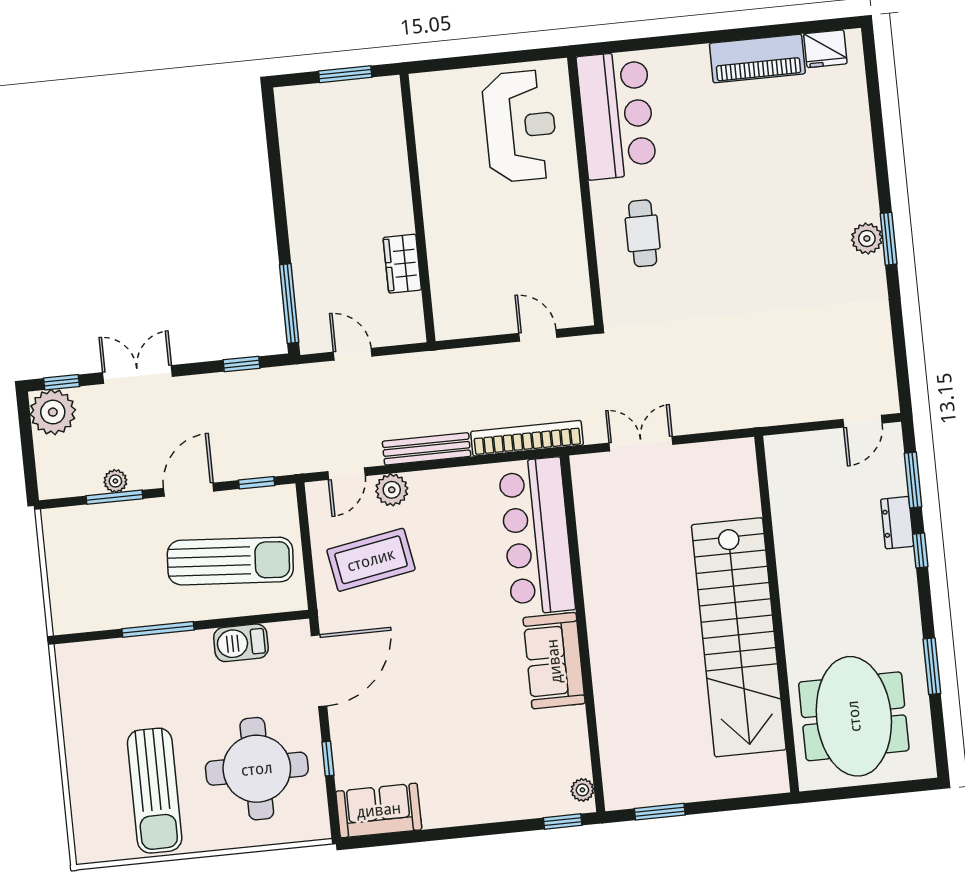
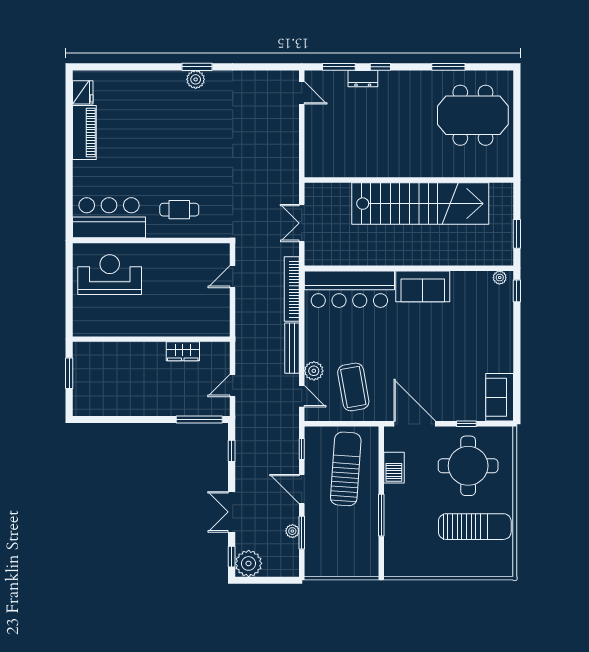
wall: (777, 614) -> (409, 180), moved
stairs: (739, 637) -> (420, 204), moved

